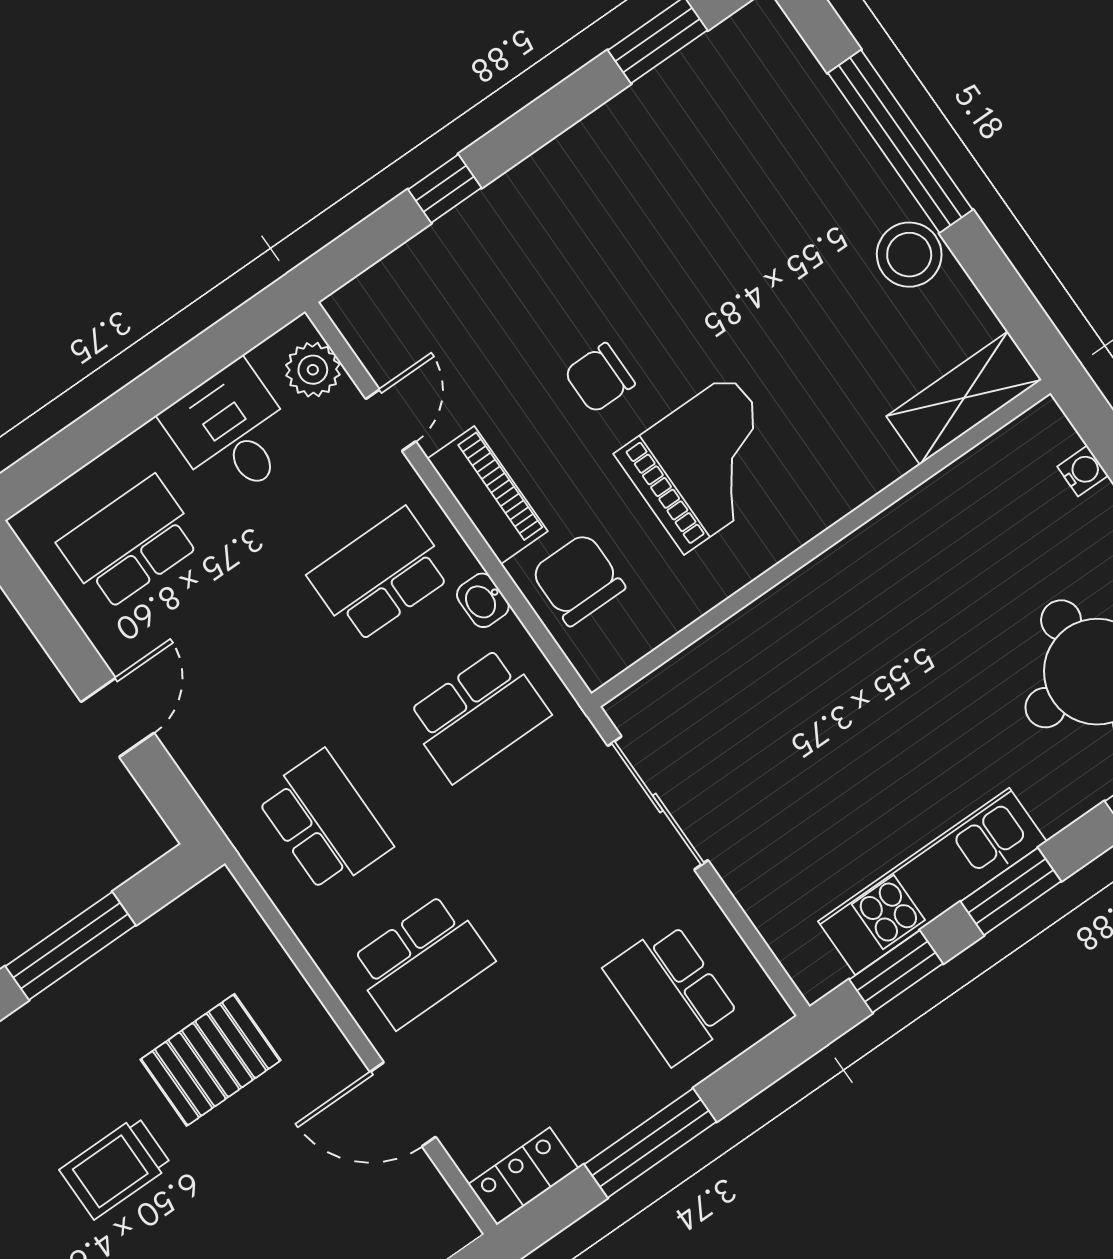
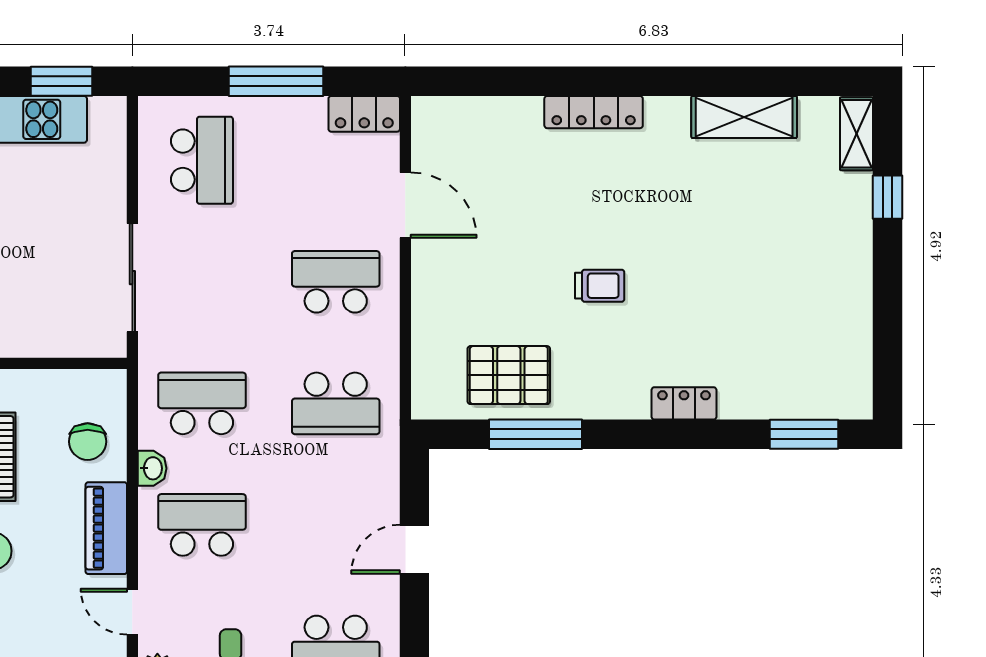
door: (391, 420) -> (132, 612), hinge flipped
school desk: (380, 575) -> (202, 525), turned 180
chair: (578, 579) -> (88, 442), width x0.73, depth x0.73
school desk: (324, 822) -> (336, 403), turned -90
pallet: (211, 1060) -> (509, 375), moved
trolley: (116, 1168) -> (600, 286), width x0.73, depth x0.72

